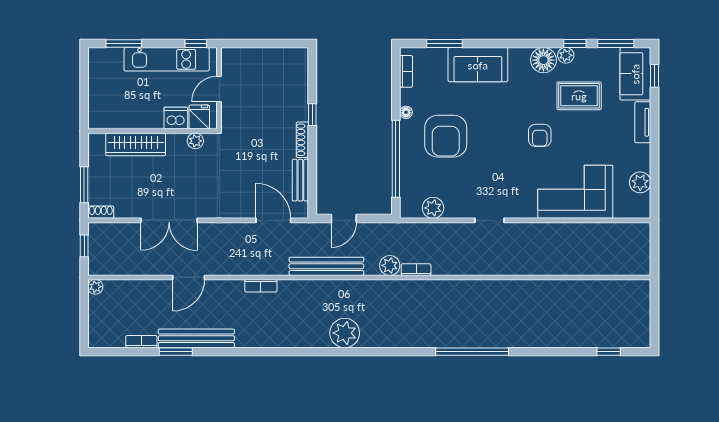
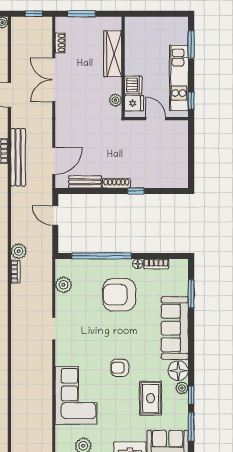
sofa: (478, 65) -> (175, 328), width x1.36
bookcase: (406, 71) -> (156, 264), moved
shoe rack: (101, 212) -> (60, 43), moved
bench: (326, 266) -> (18, 157), moved

